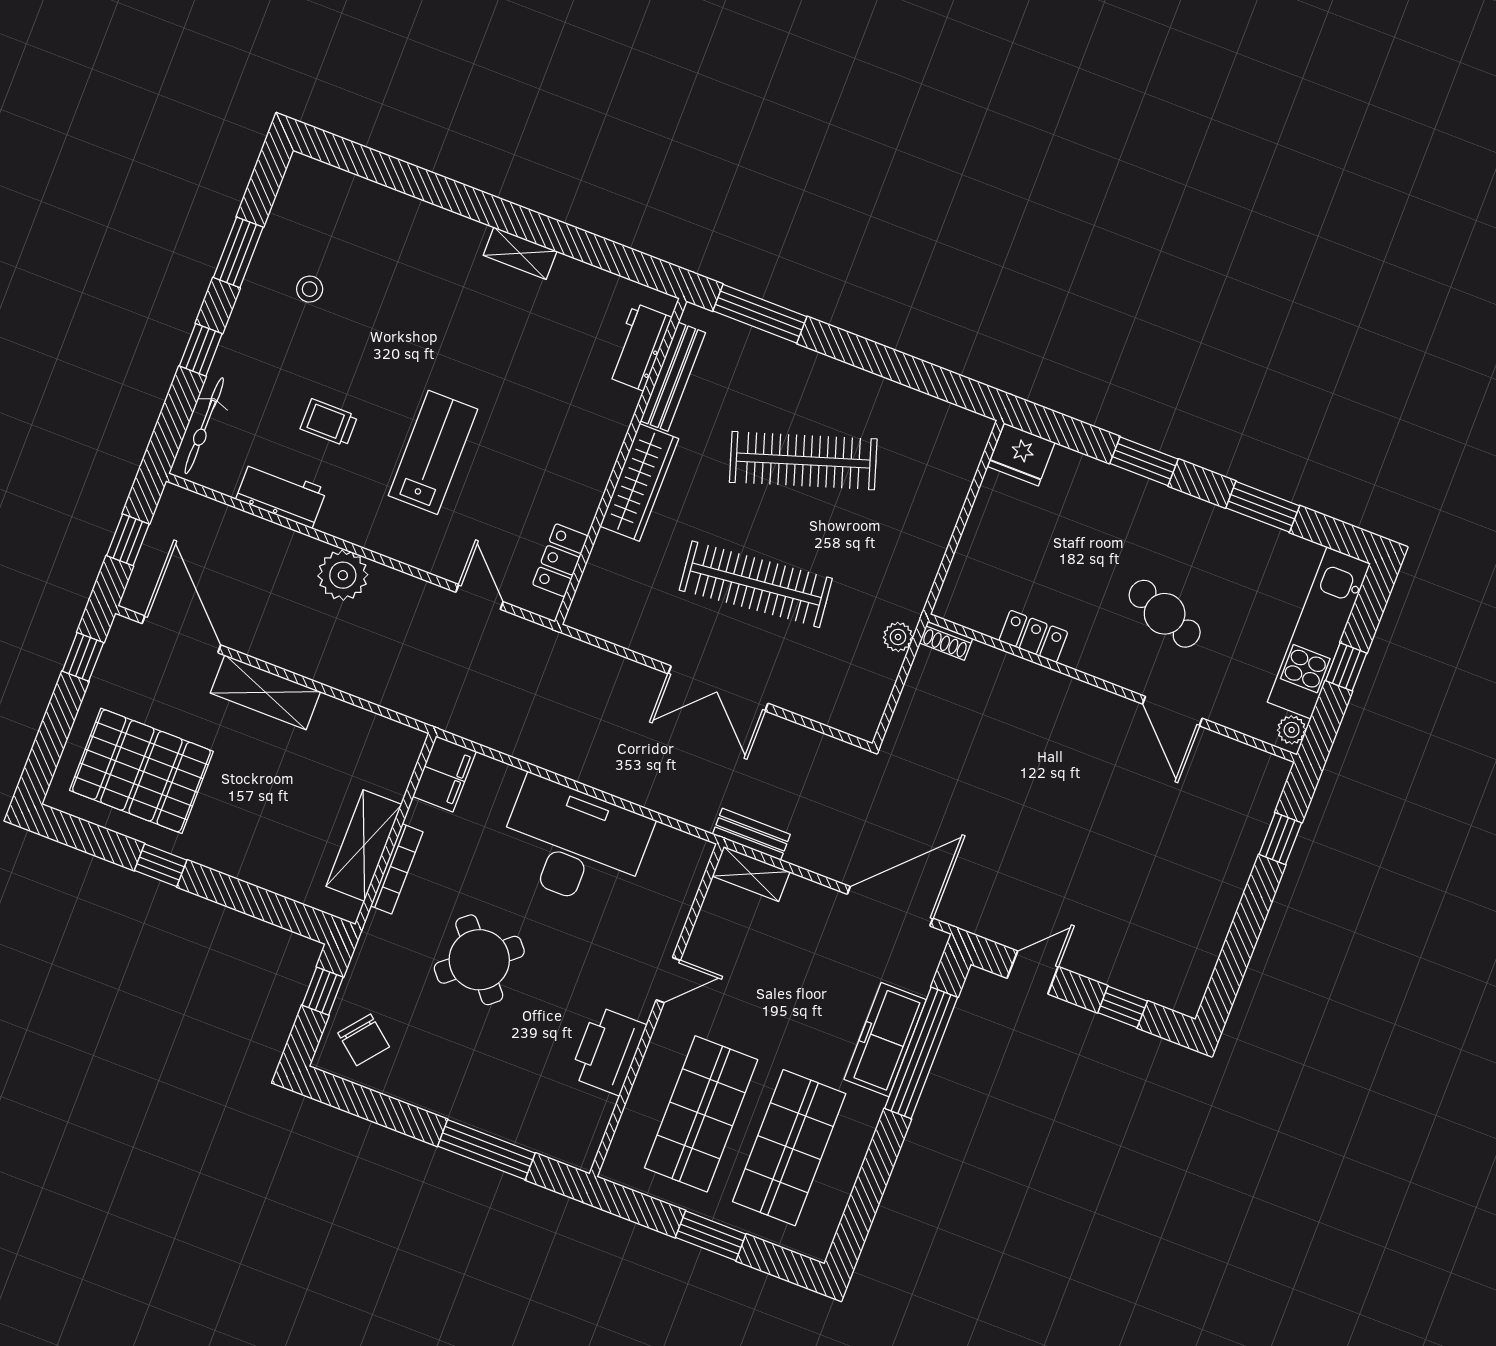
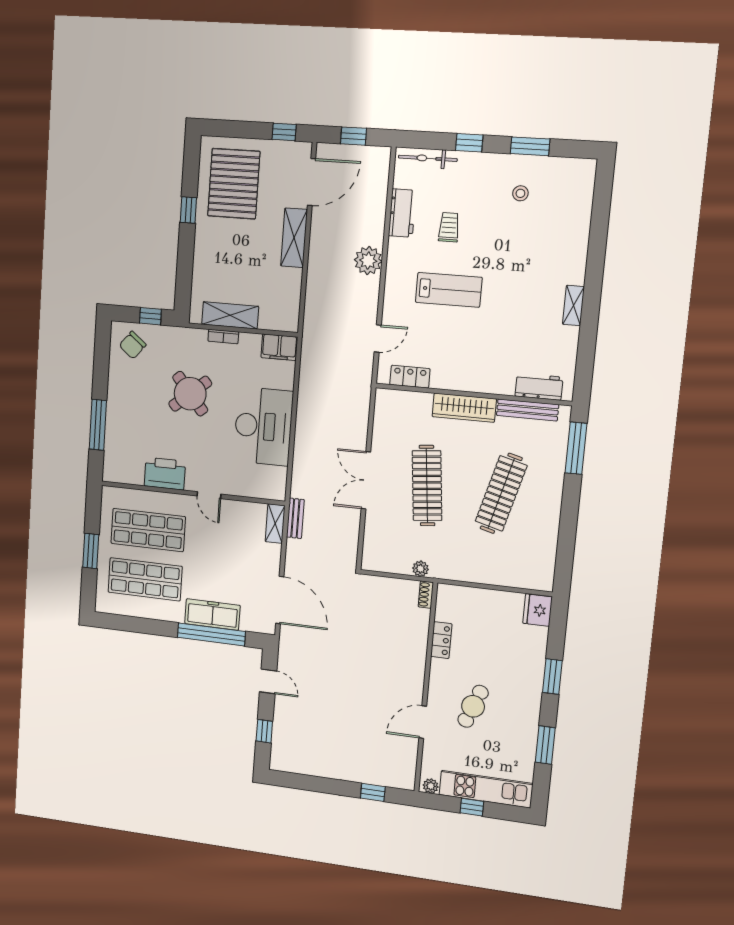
clothes rail: (803, 461) -> (501, 493), turned 33
bookcase: (397, 869) -> (223, 336), width x0.64

